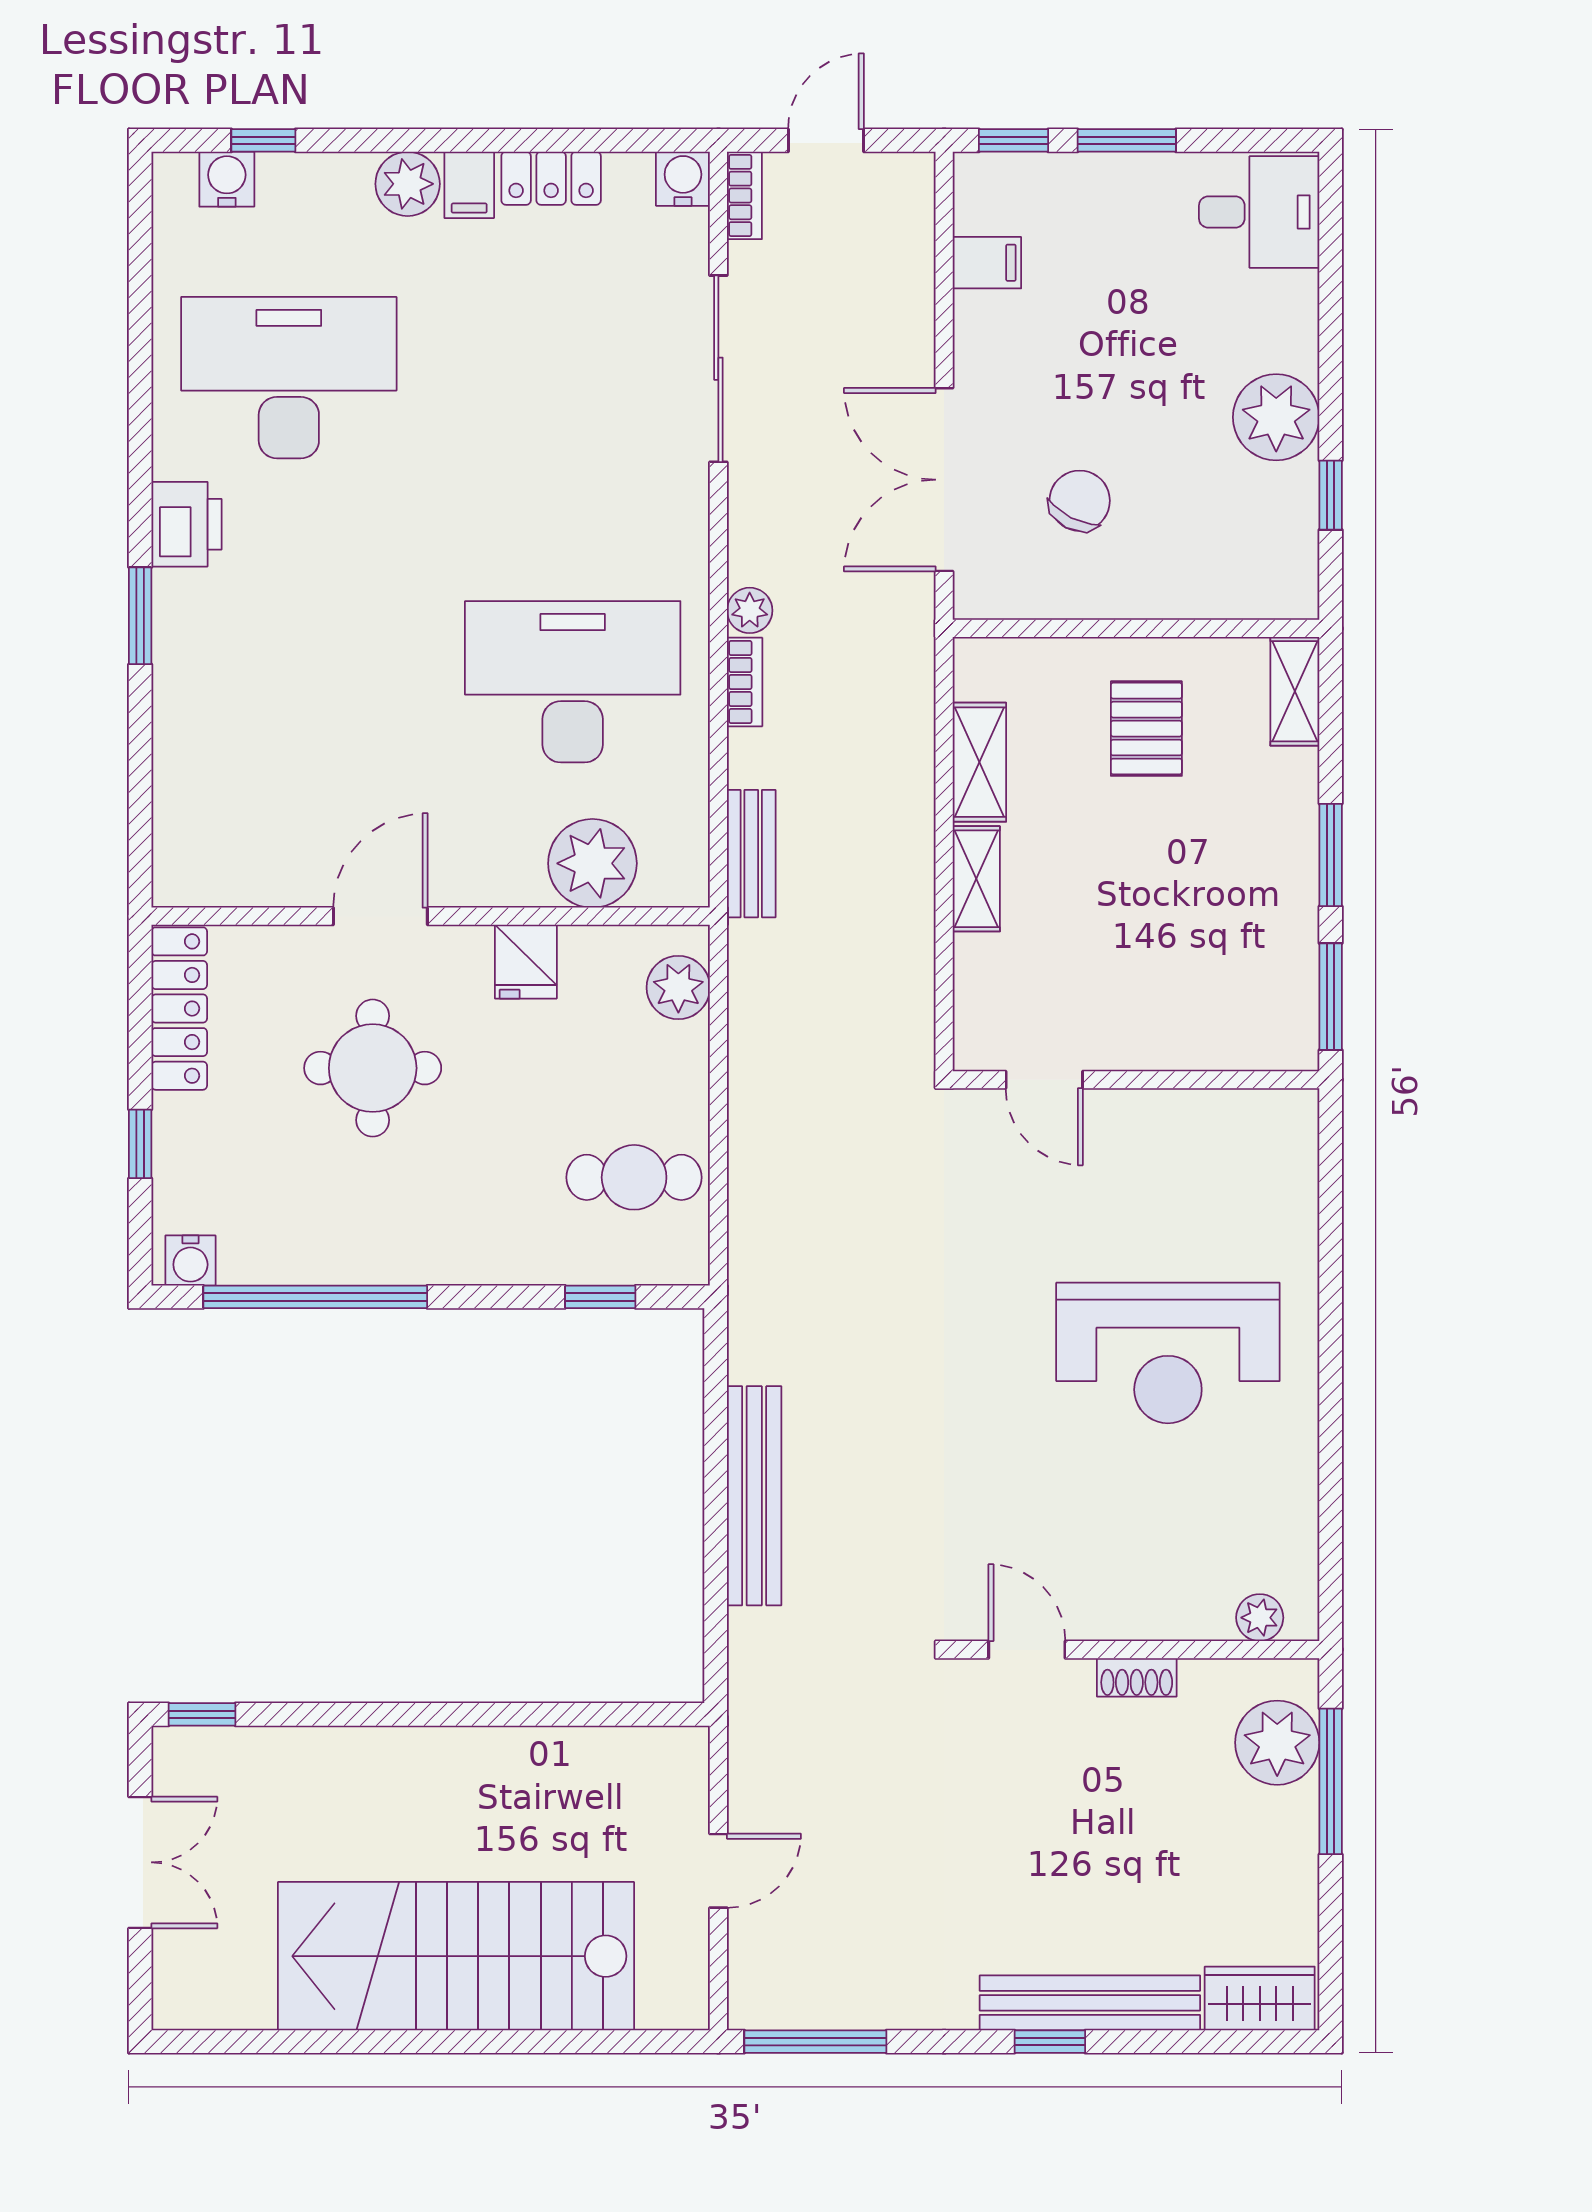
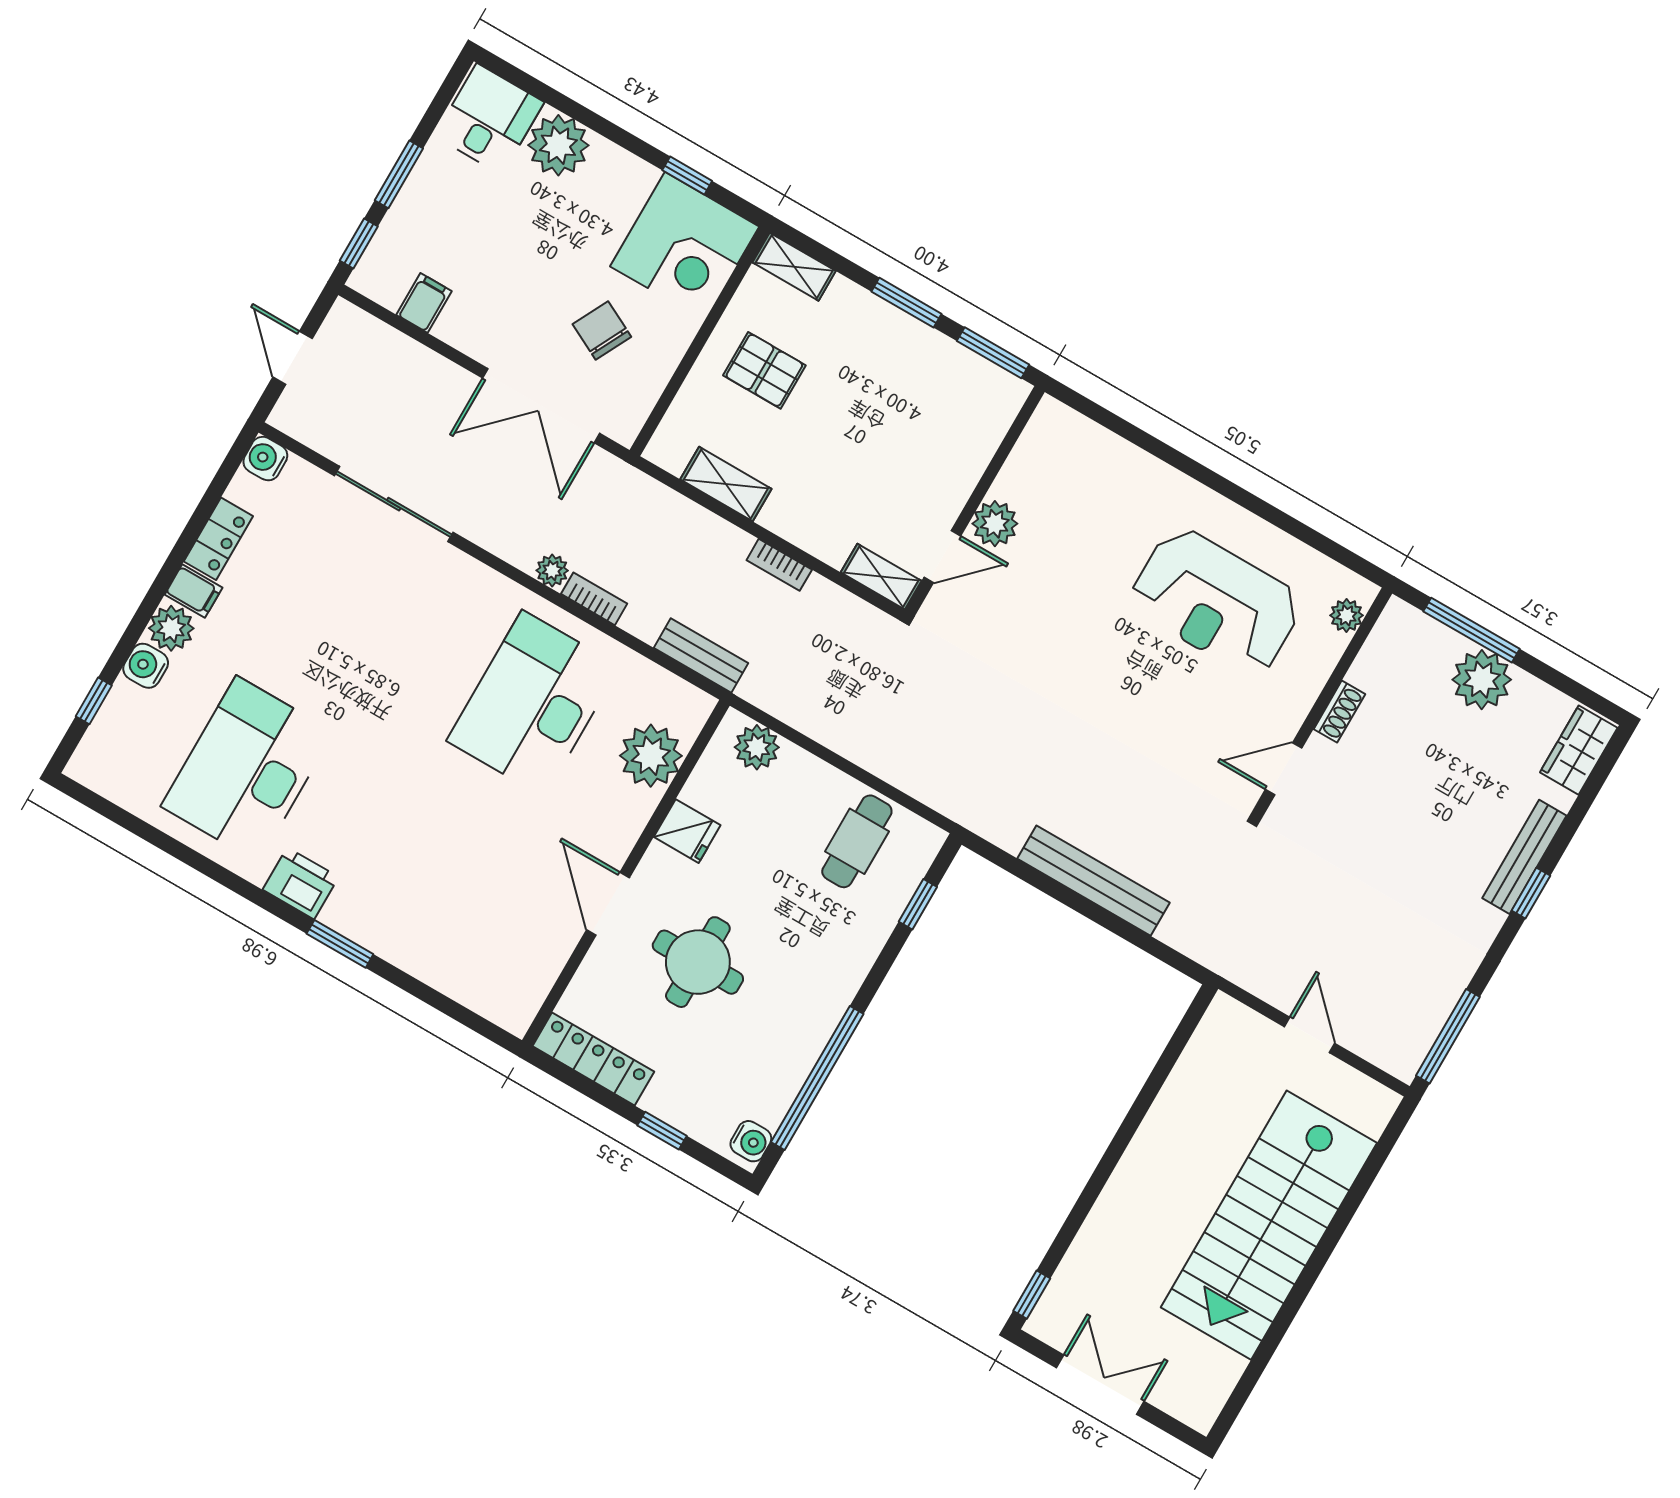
water cooler: (227, 179) -> (146, 666), moved
bookcase: (744, 195) -> (779, 565), moved, turned 180
plant: (1276, 417) -> (558, 145), moved
corner desk: (1242, 542) -> (685, 246), added
shelving: (976, 879) -> (881, 577), moved
plant: (1122, 1121) -> (995, 524), added
reception desk: (1168, 1353) -> (1216, 602), moved, turned 90
plant: (1277, 1743) -> (1482, 680), moved
bench: (1090, 2003) -> (1524, 857), width x0.73, depth x0.82

